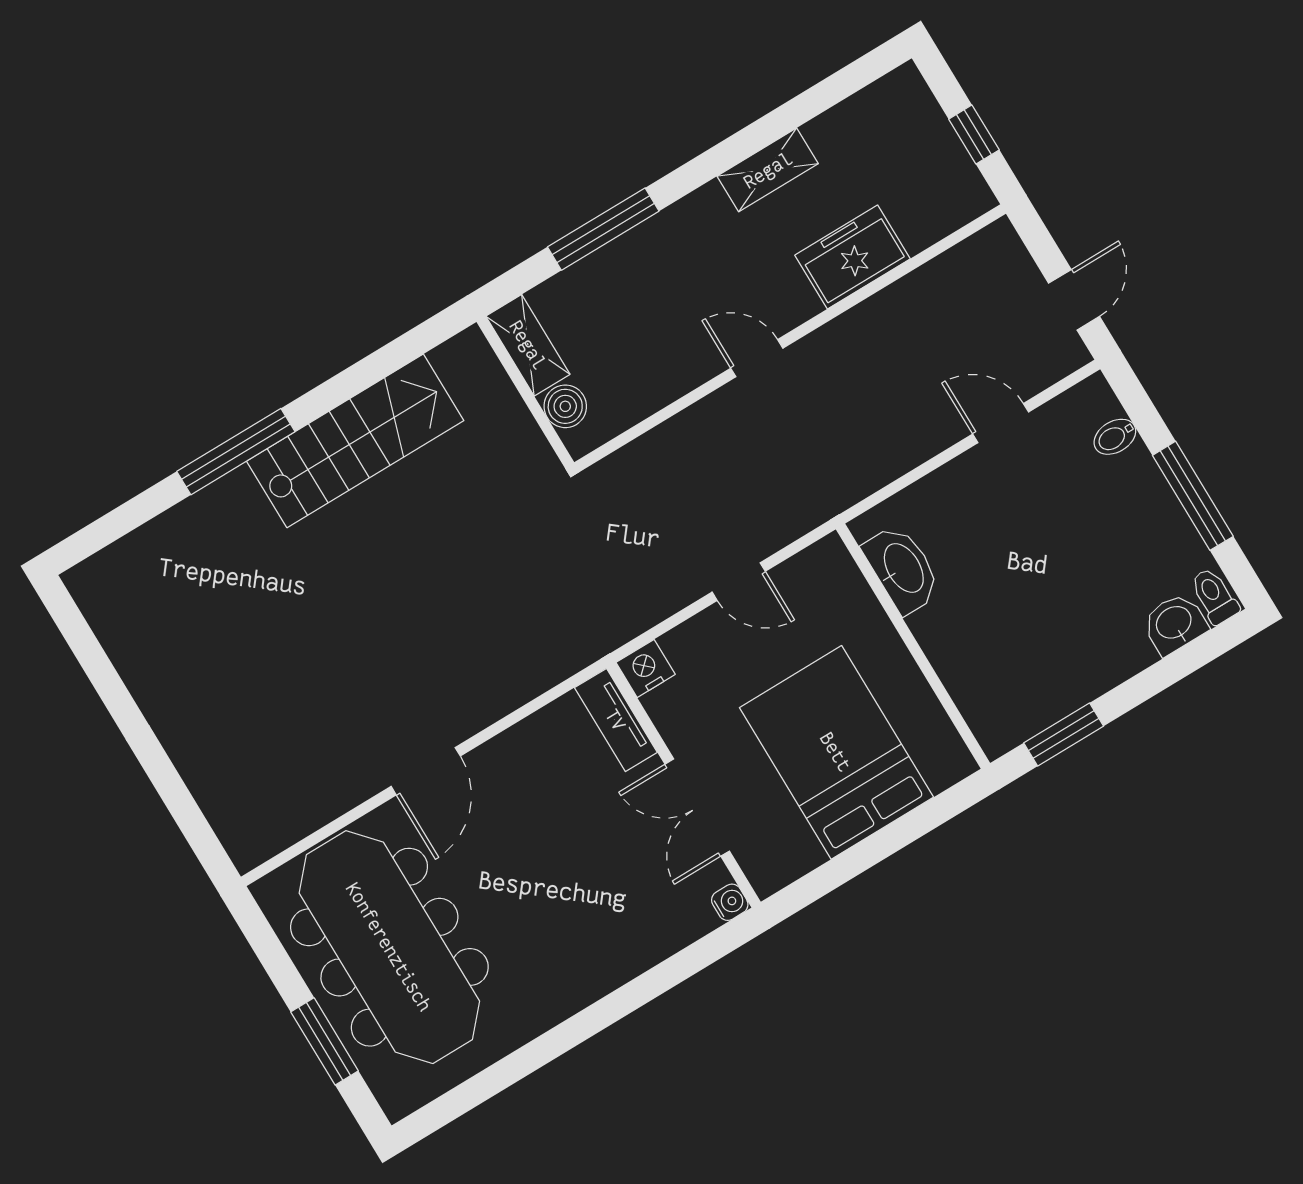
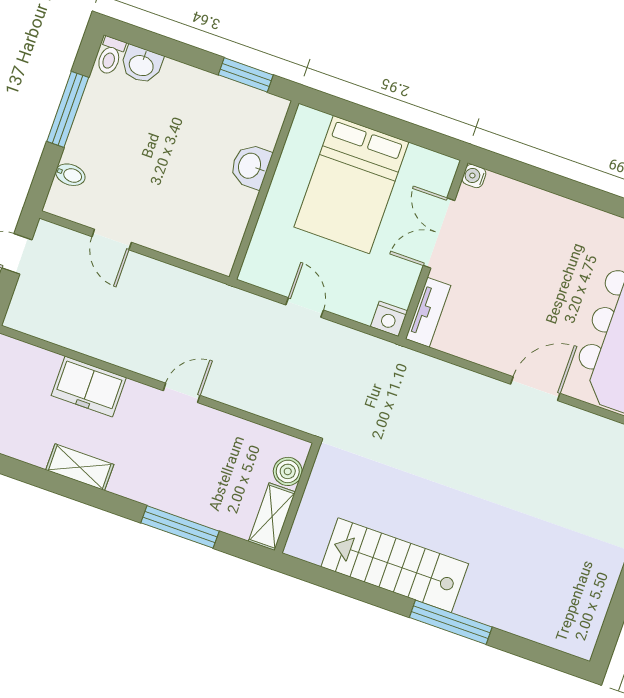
door: (757, 358) -> (182, 393), swing flipped
washbasin: (902, 569) -> (251, 166), moved, width x0.72
double door: (697, 808) -> (439, 233), swing flipped

